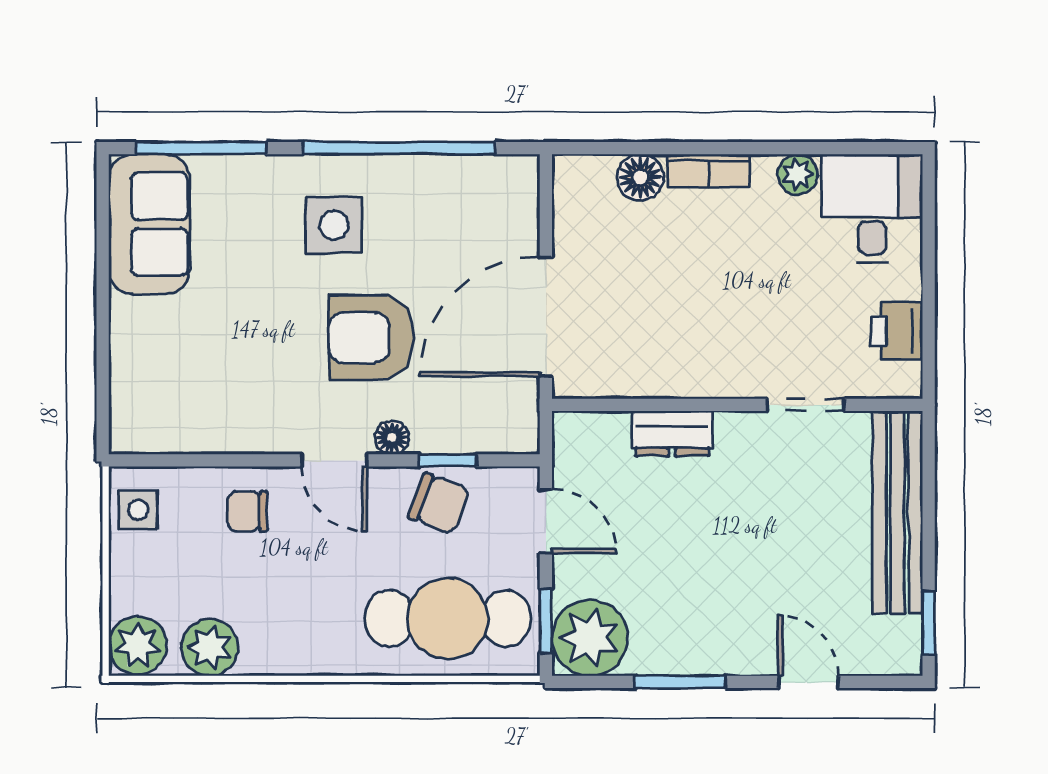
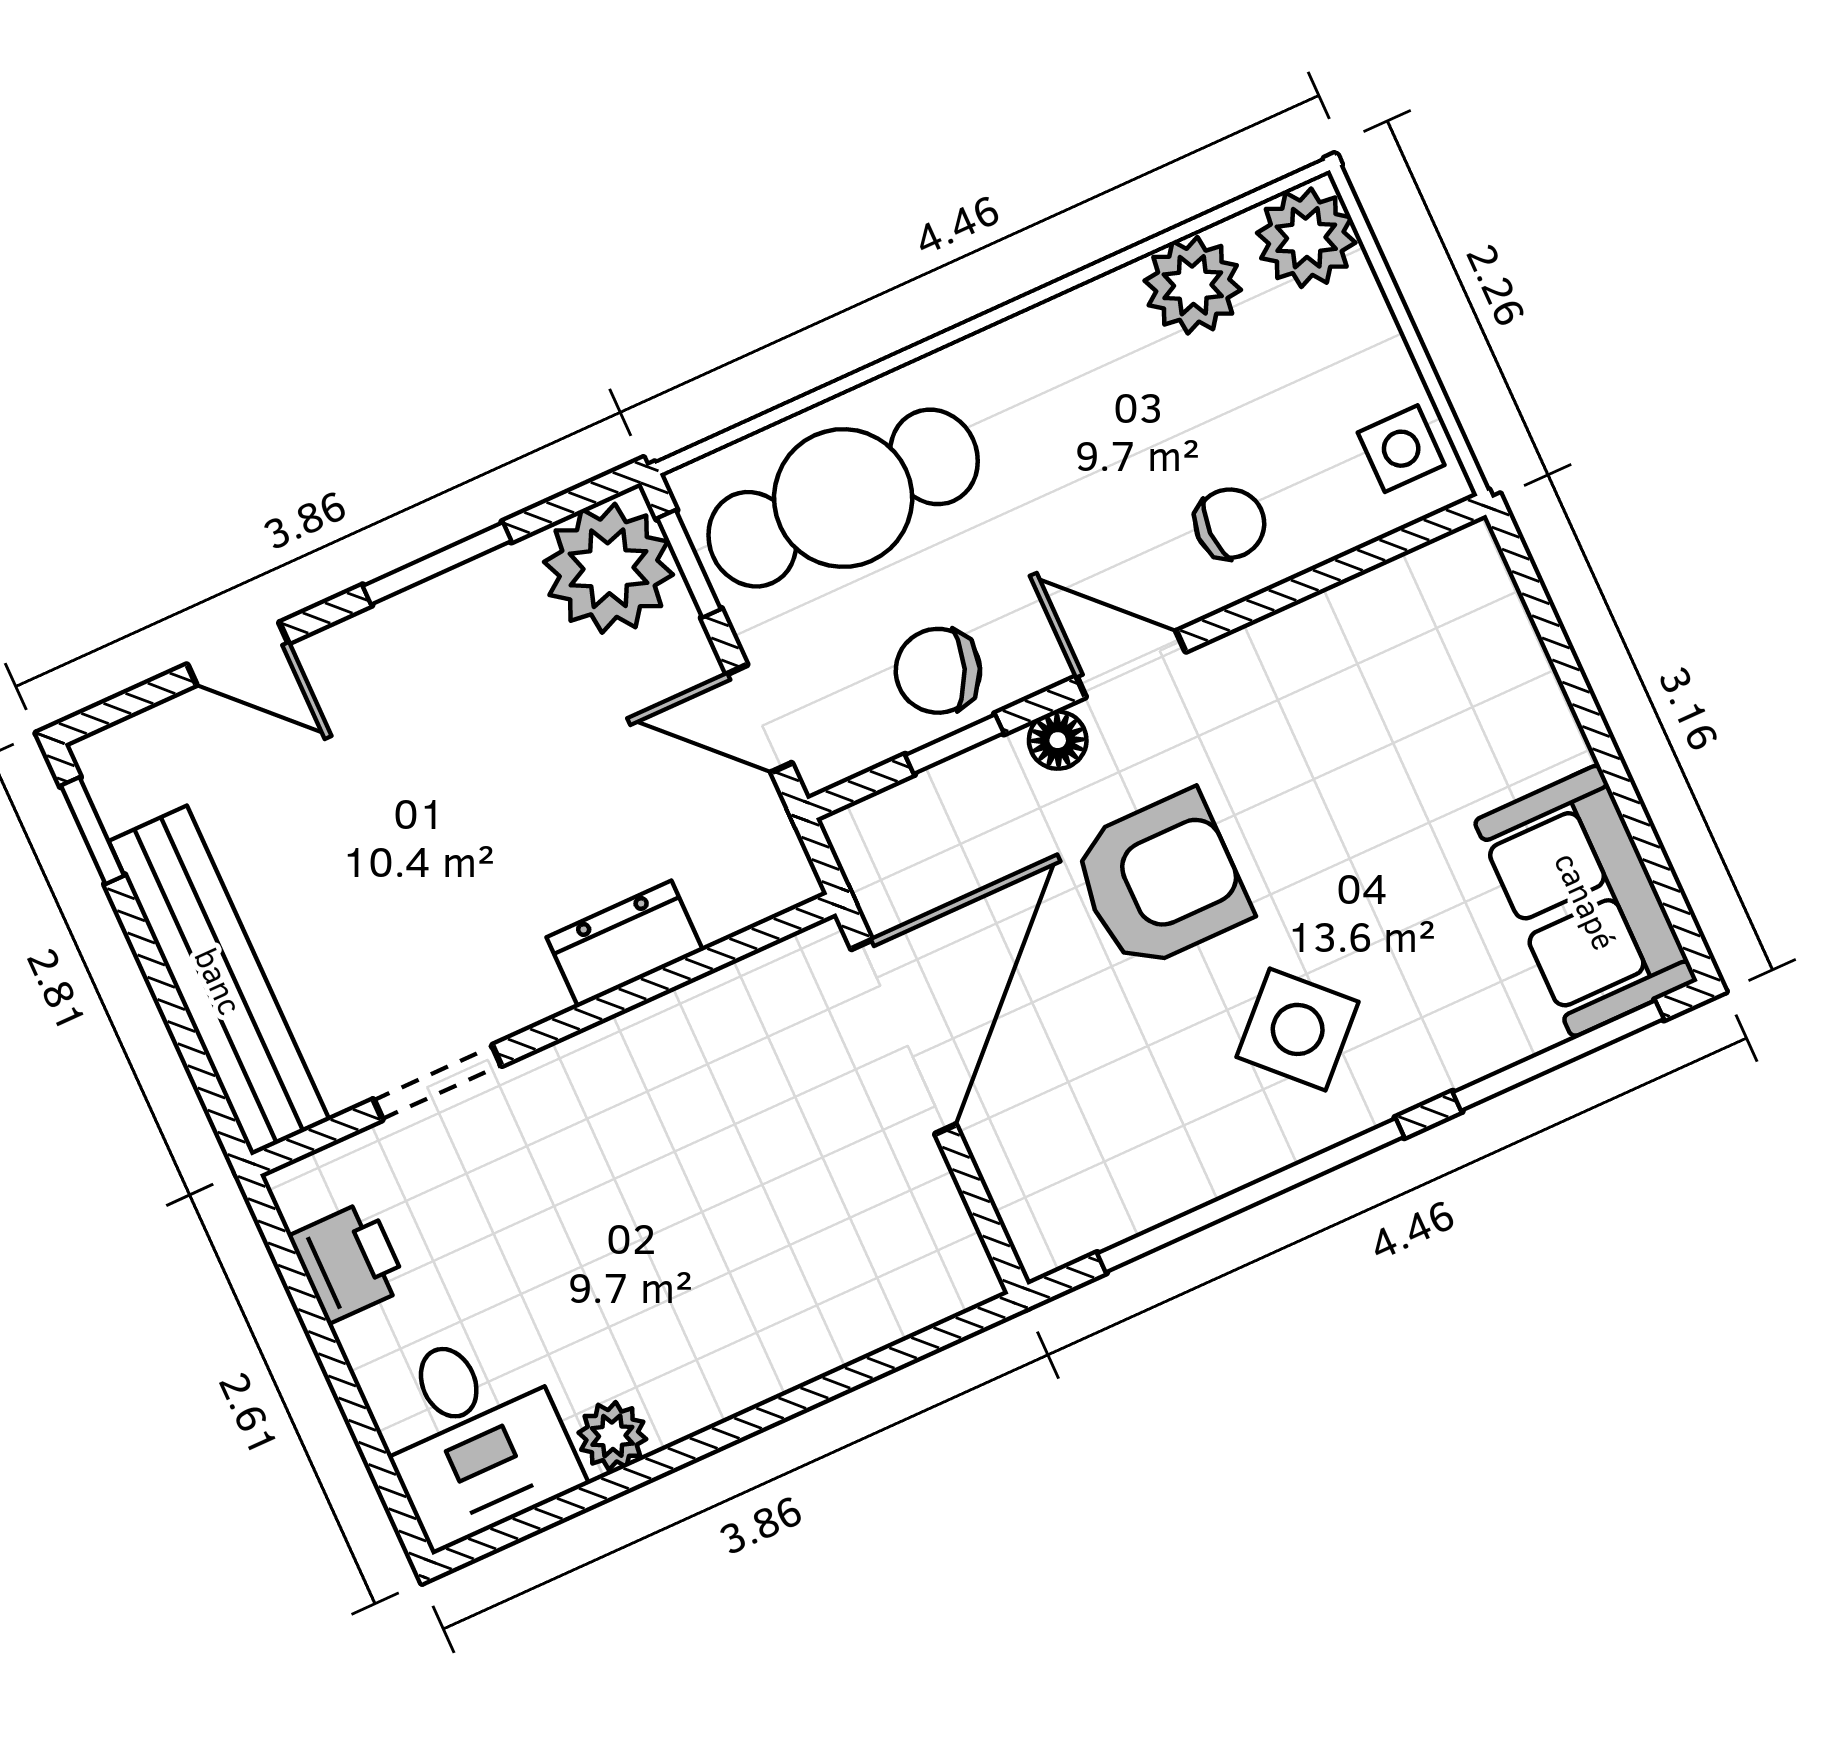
bookcase: (709, 171) -> (753, 1379), removed
floor lamp: (640, 177) -> (855, 1320), removed
side table: (334, 225) -> (1298, 1029), turned 45

